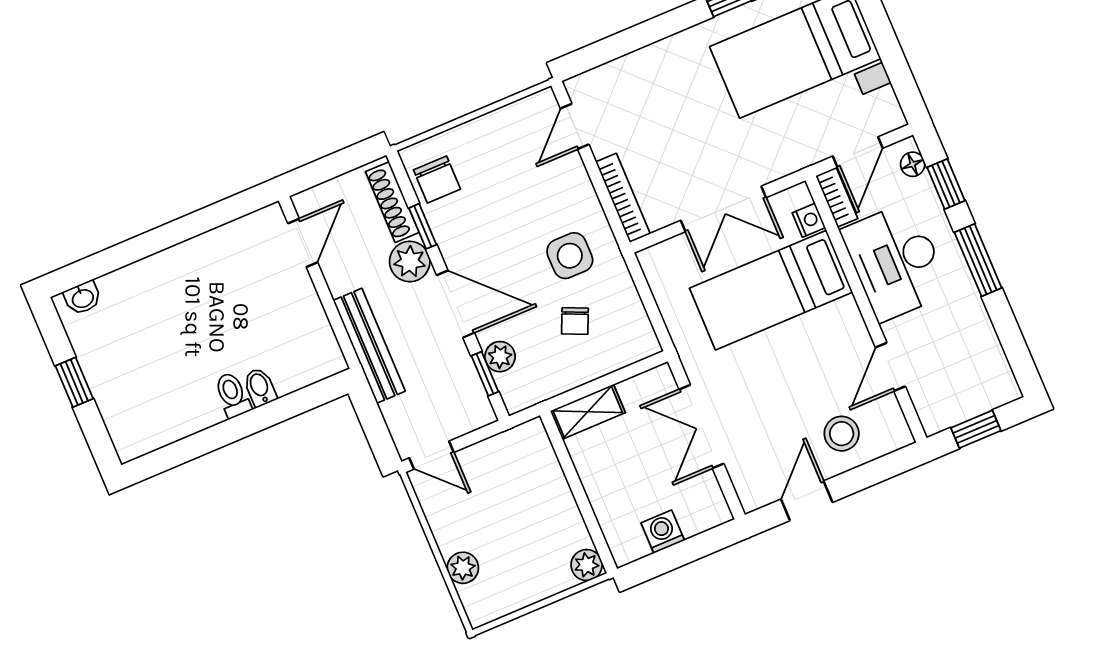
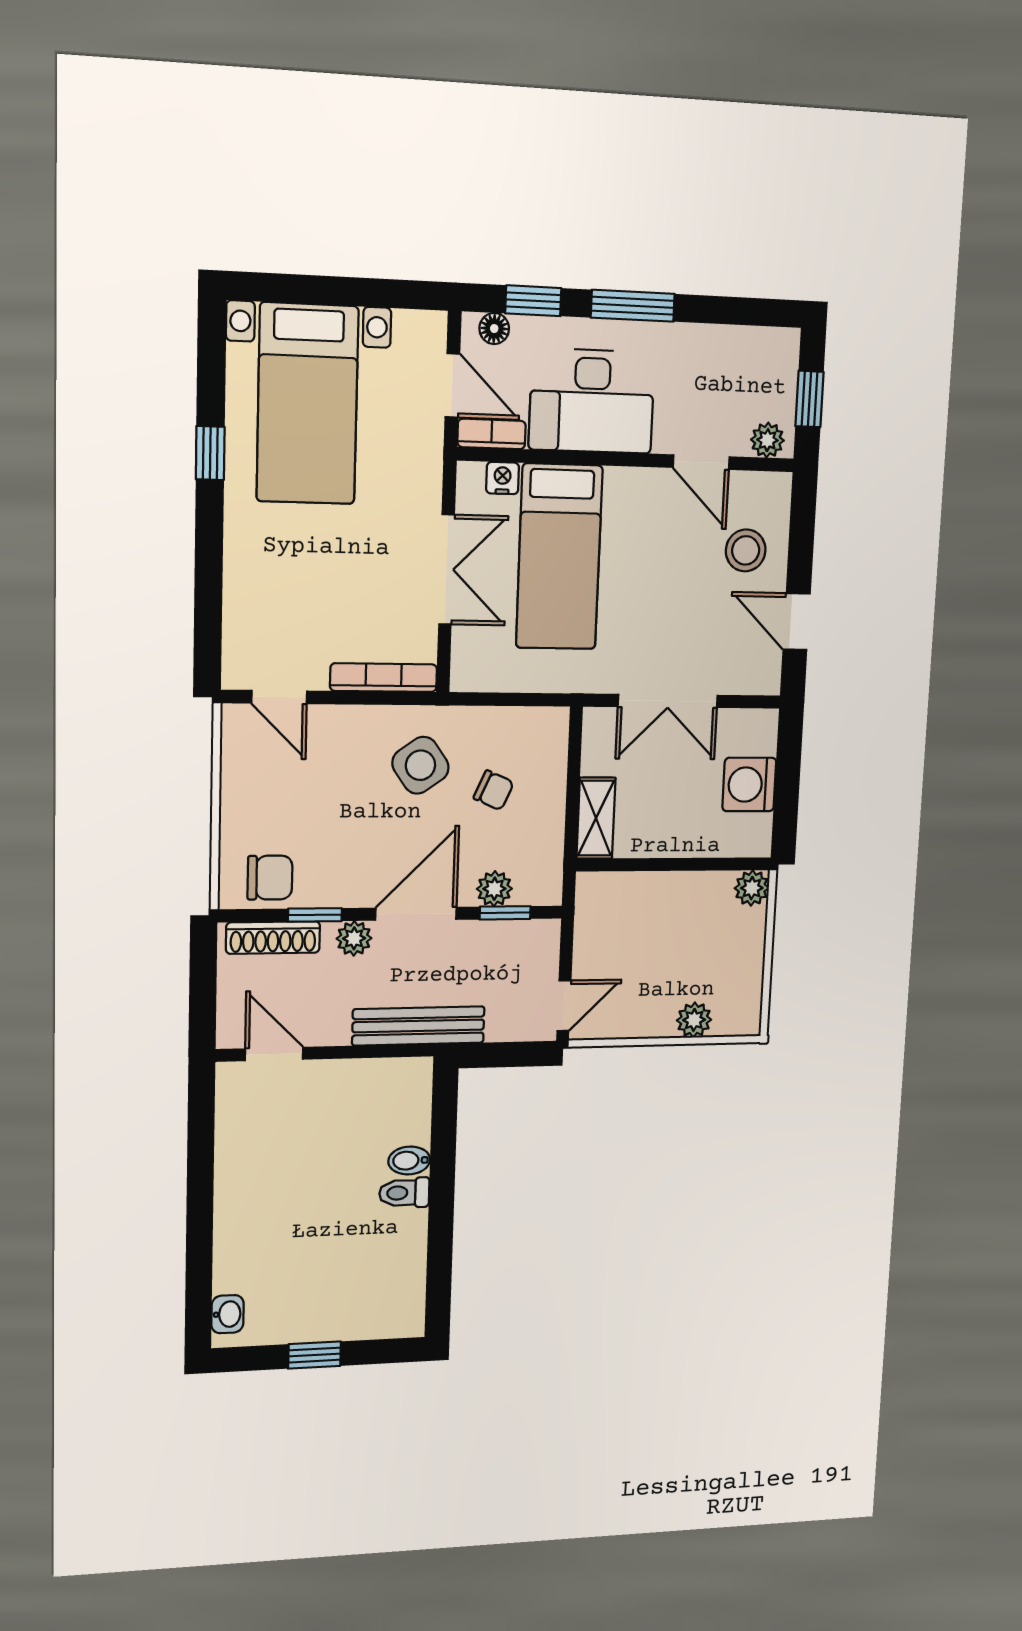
side table: (570, 256) -> (420, 765), turned -35
plant: (410, 262) -> (354, 938), width x0.73, depth x0.73
plant: (931, 411) -> (767, 440), added
washing machine: (663, 532) -> (749, 785), width x1.38, depth x1.38

